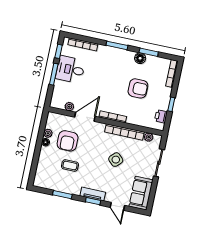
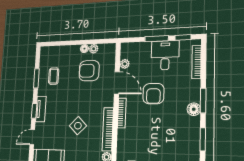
floor lamp: (140, 58) -> (194, 109), moved
armchair: (138, 88) -> (153, 94), moved
coffee table: (70, 165) -> (54, 76), moved

